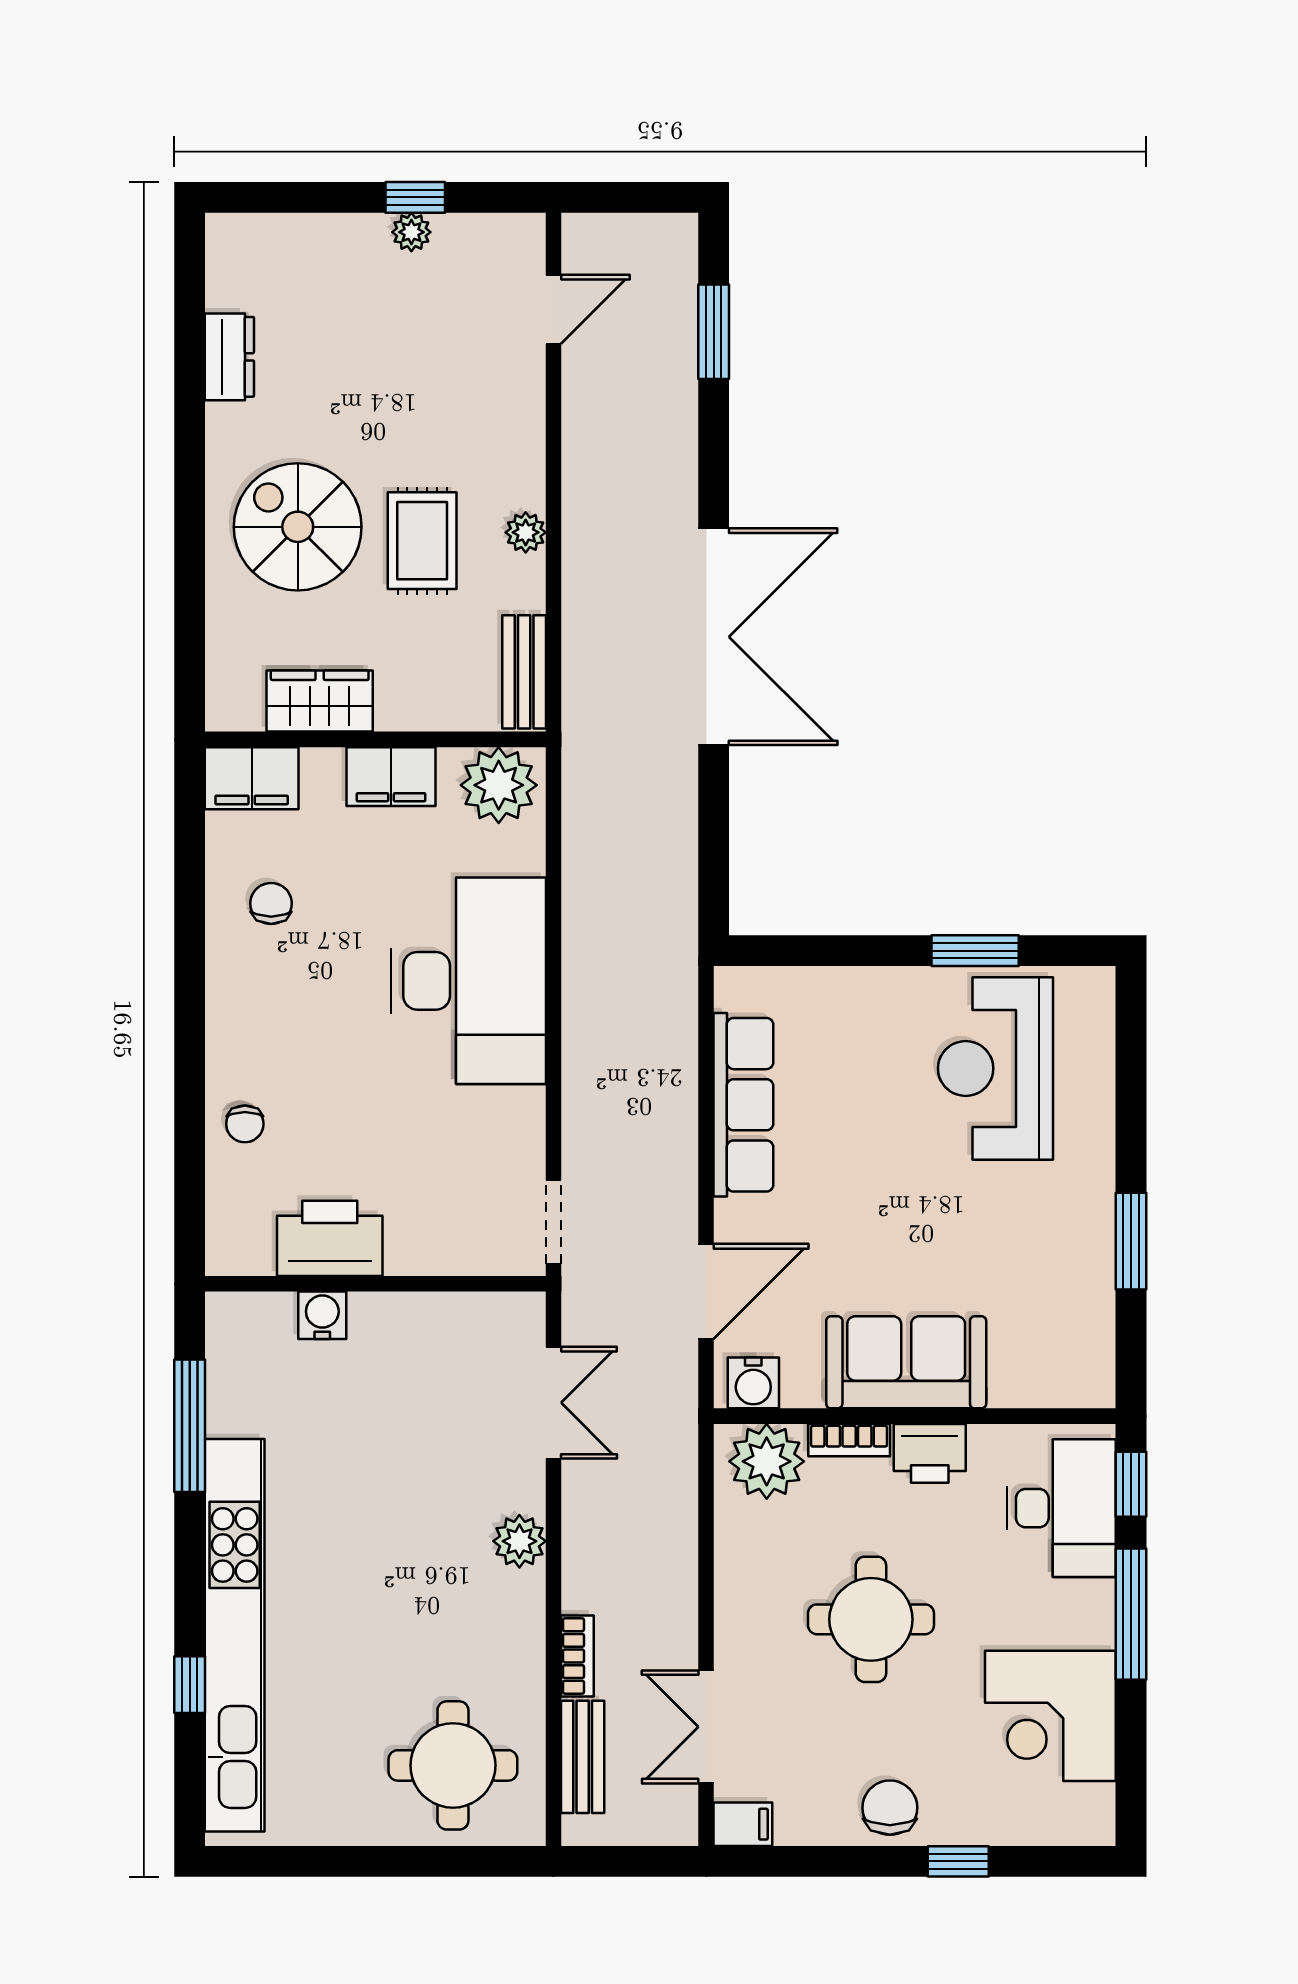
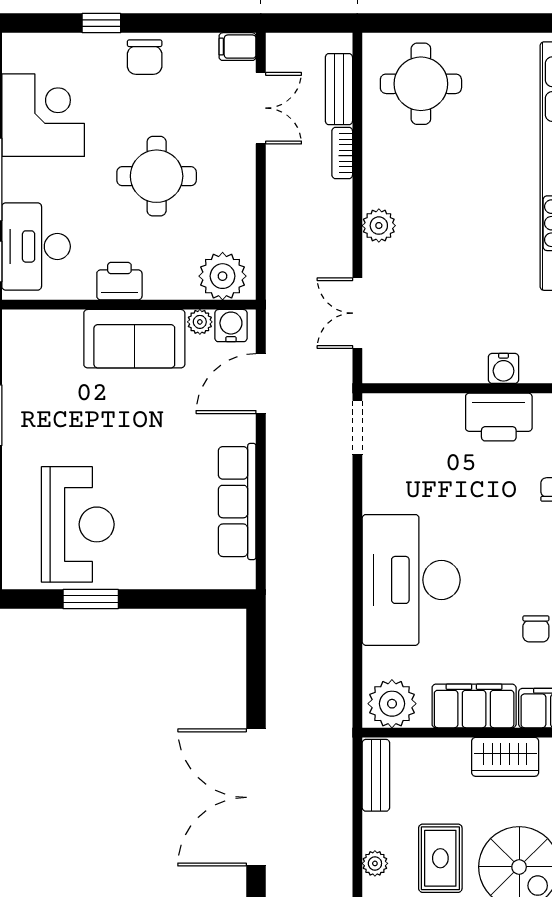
filing cabinet: (391, 777) -> (474, 706), width x1.50, depth x1.17
plant: (803, 1389) -> (200, 322), added
bookcase: (849, 1440) -> (170, 289), removed

